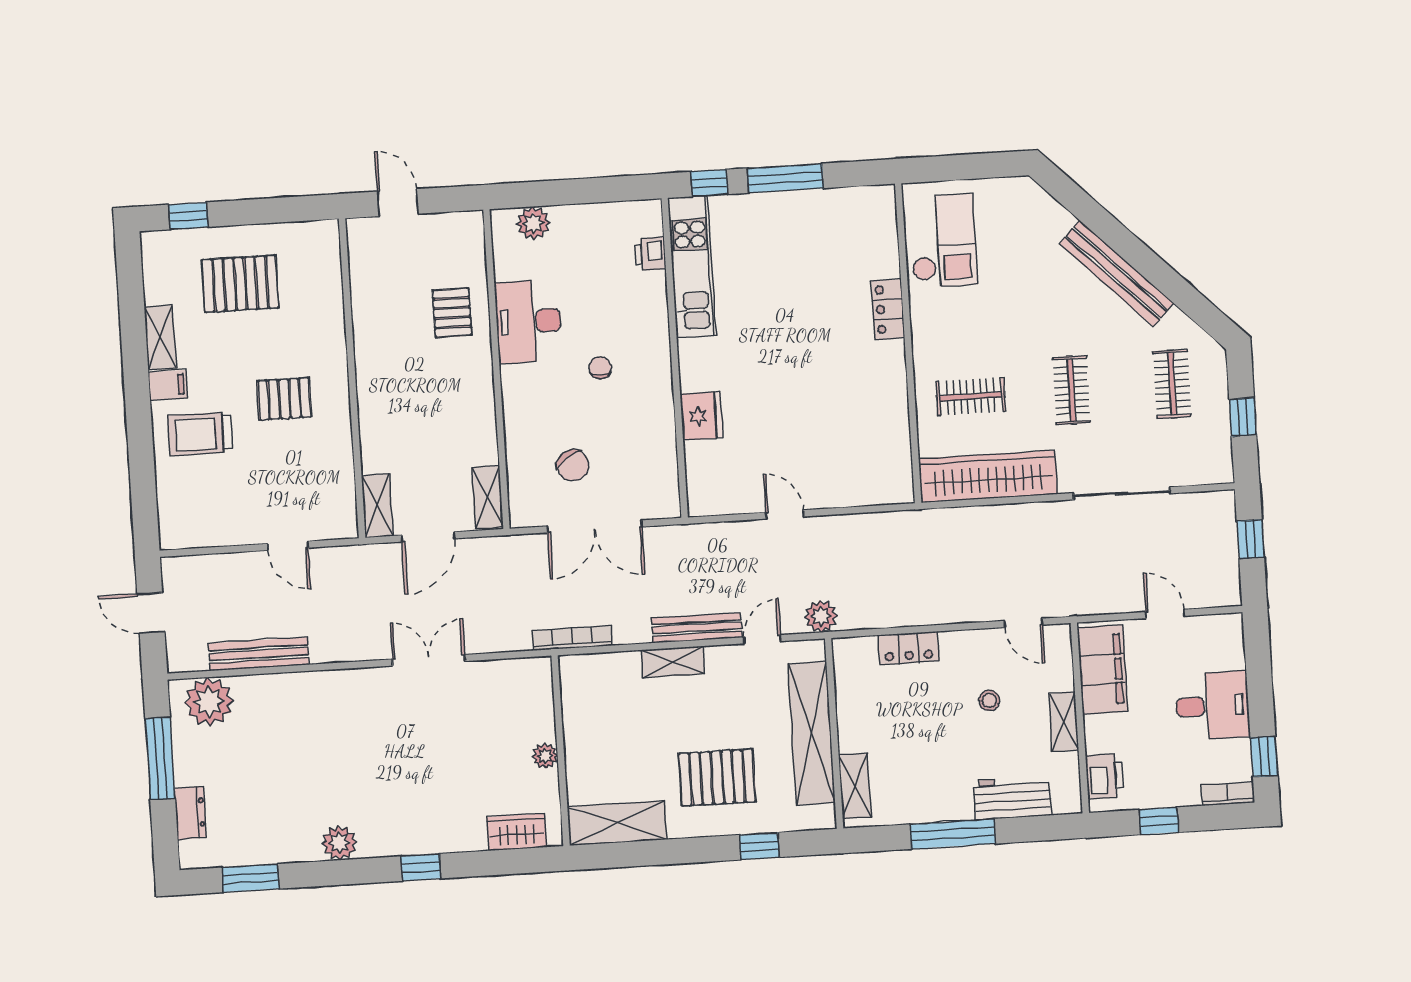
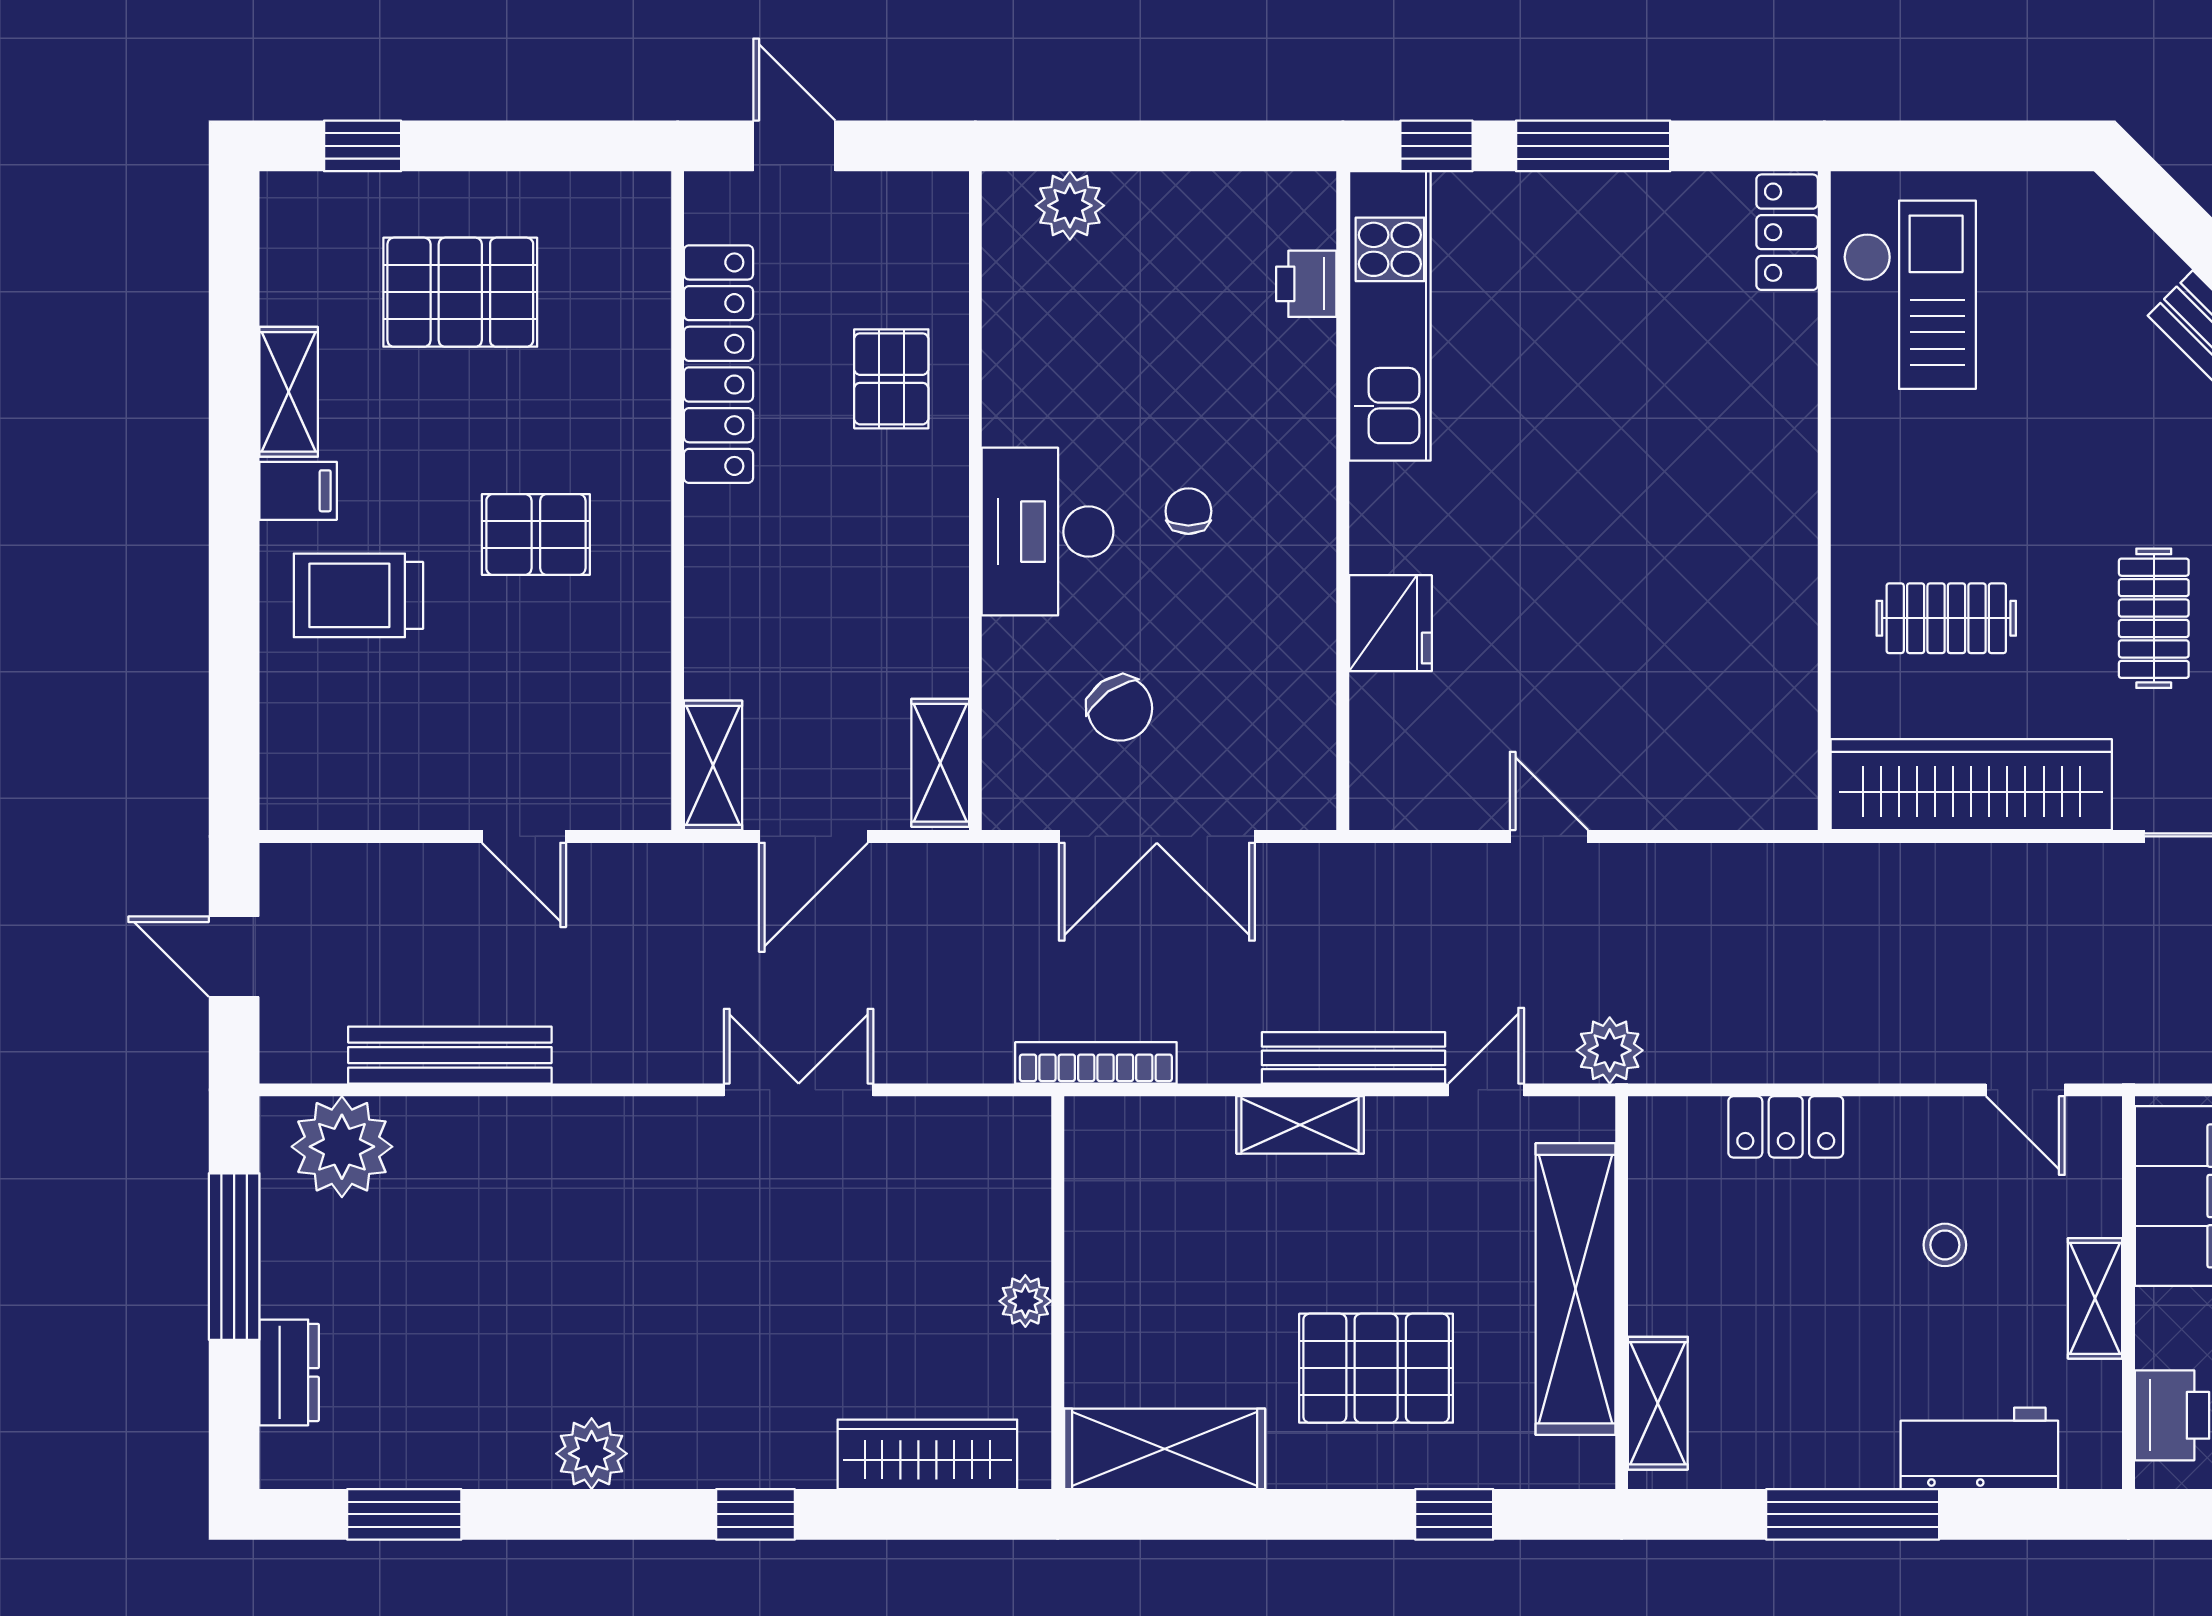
locker: (888, 309) -> (1787, 232), moved
locker: (368, 311) -> (718, 364), added
desk: (529, 321) -> (1048, 532), moved
wardrobe: (517, 832) -> (927, 1454), width x1.50

